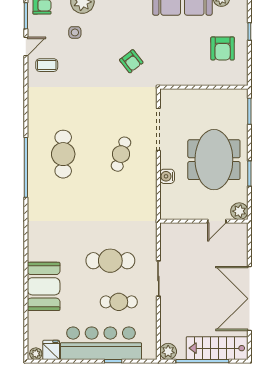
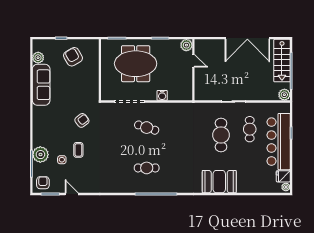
armchair: (223, 48) -> (73, 57), turned -120
coffee table: (47, 65) -> (78, 150), moved
cafe table: (63, 154) -> (147, 168), width x0.73, depth x0.74
meeting table: (214, 160) -> (136, 64), moved
booth: (44, 286) -> (219, 182), moved

